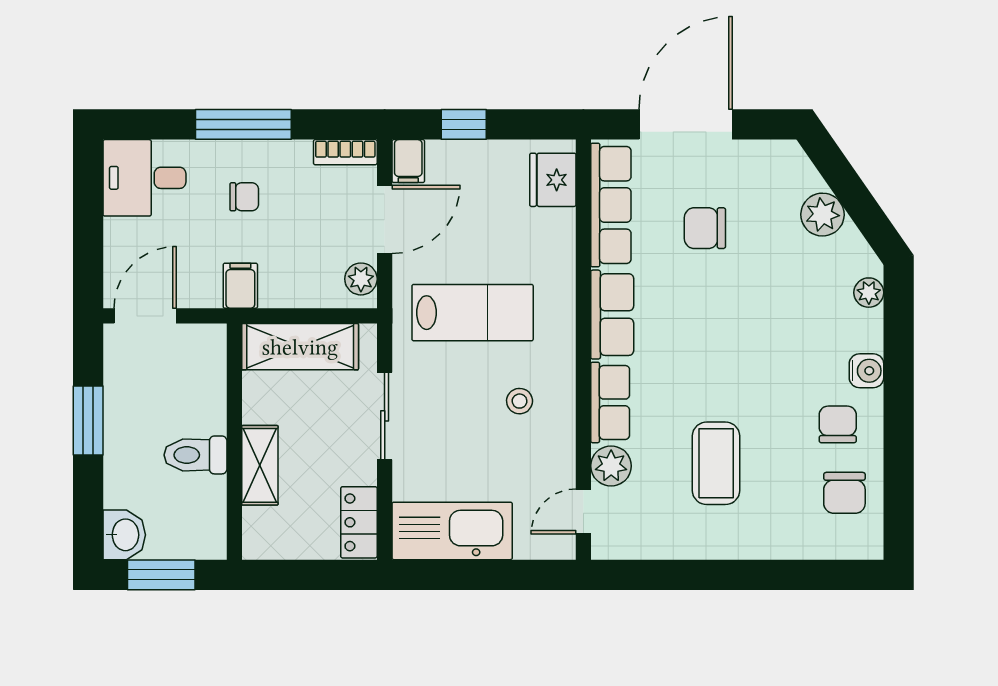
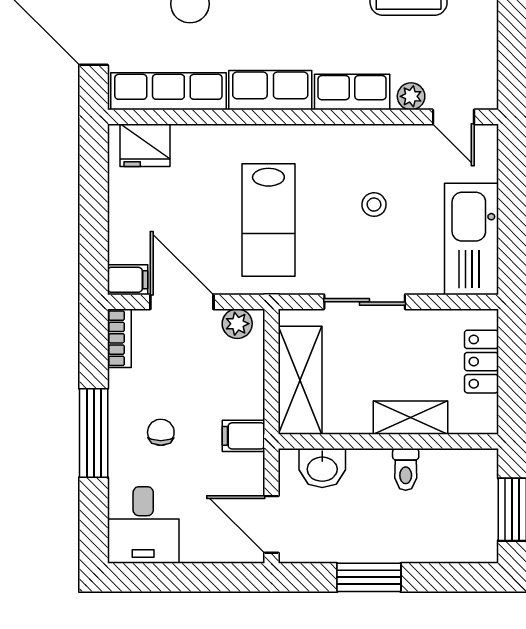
window: (464, 124) -> (94, 228), removed
lab bench: (473, 313) -> (268, 220), turned 180
stool: (520, 401) -> (374, 205), moved
toilet: (196, 455) -> (406, 469), width x0.73, depth x0.72
plant: (611, 466) -> (411, 96), width x0.73, depth x0.73
locker: (359, 522) -> (481, 362), moved, turned 90
washbasin: (124, 535) -> (322, 468), moved, turned 180

